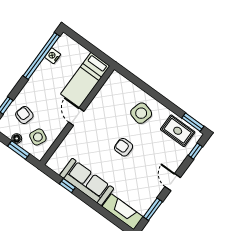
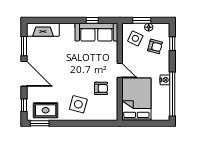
nightstand: (53, 56) -> (165, 80), moved
bed: (85, 80) -> (136, 99), width x1.50
armchair: (124, 147) -> (101, 88), moved
sofa: (87, 182) -> (96, 32), moved
door: (173, 182) -> (24, 74), width x1.88

